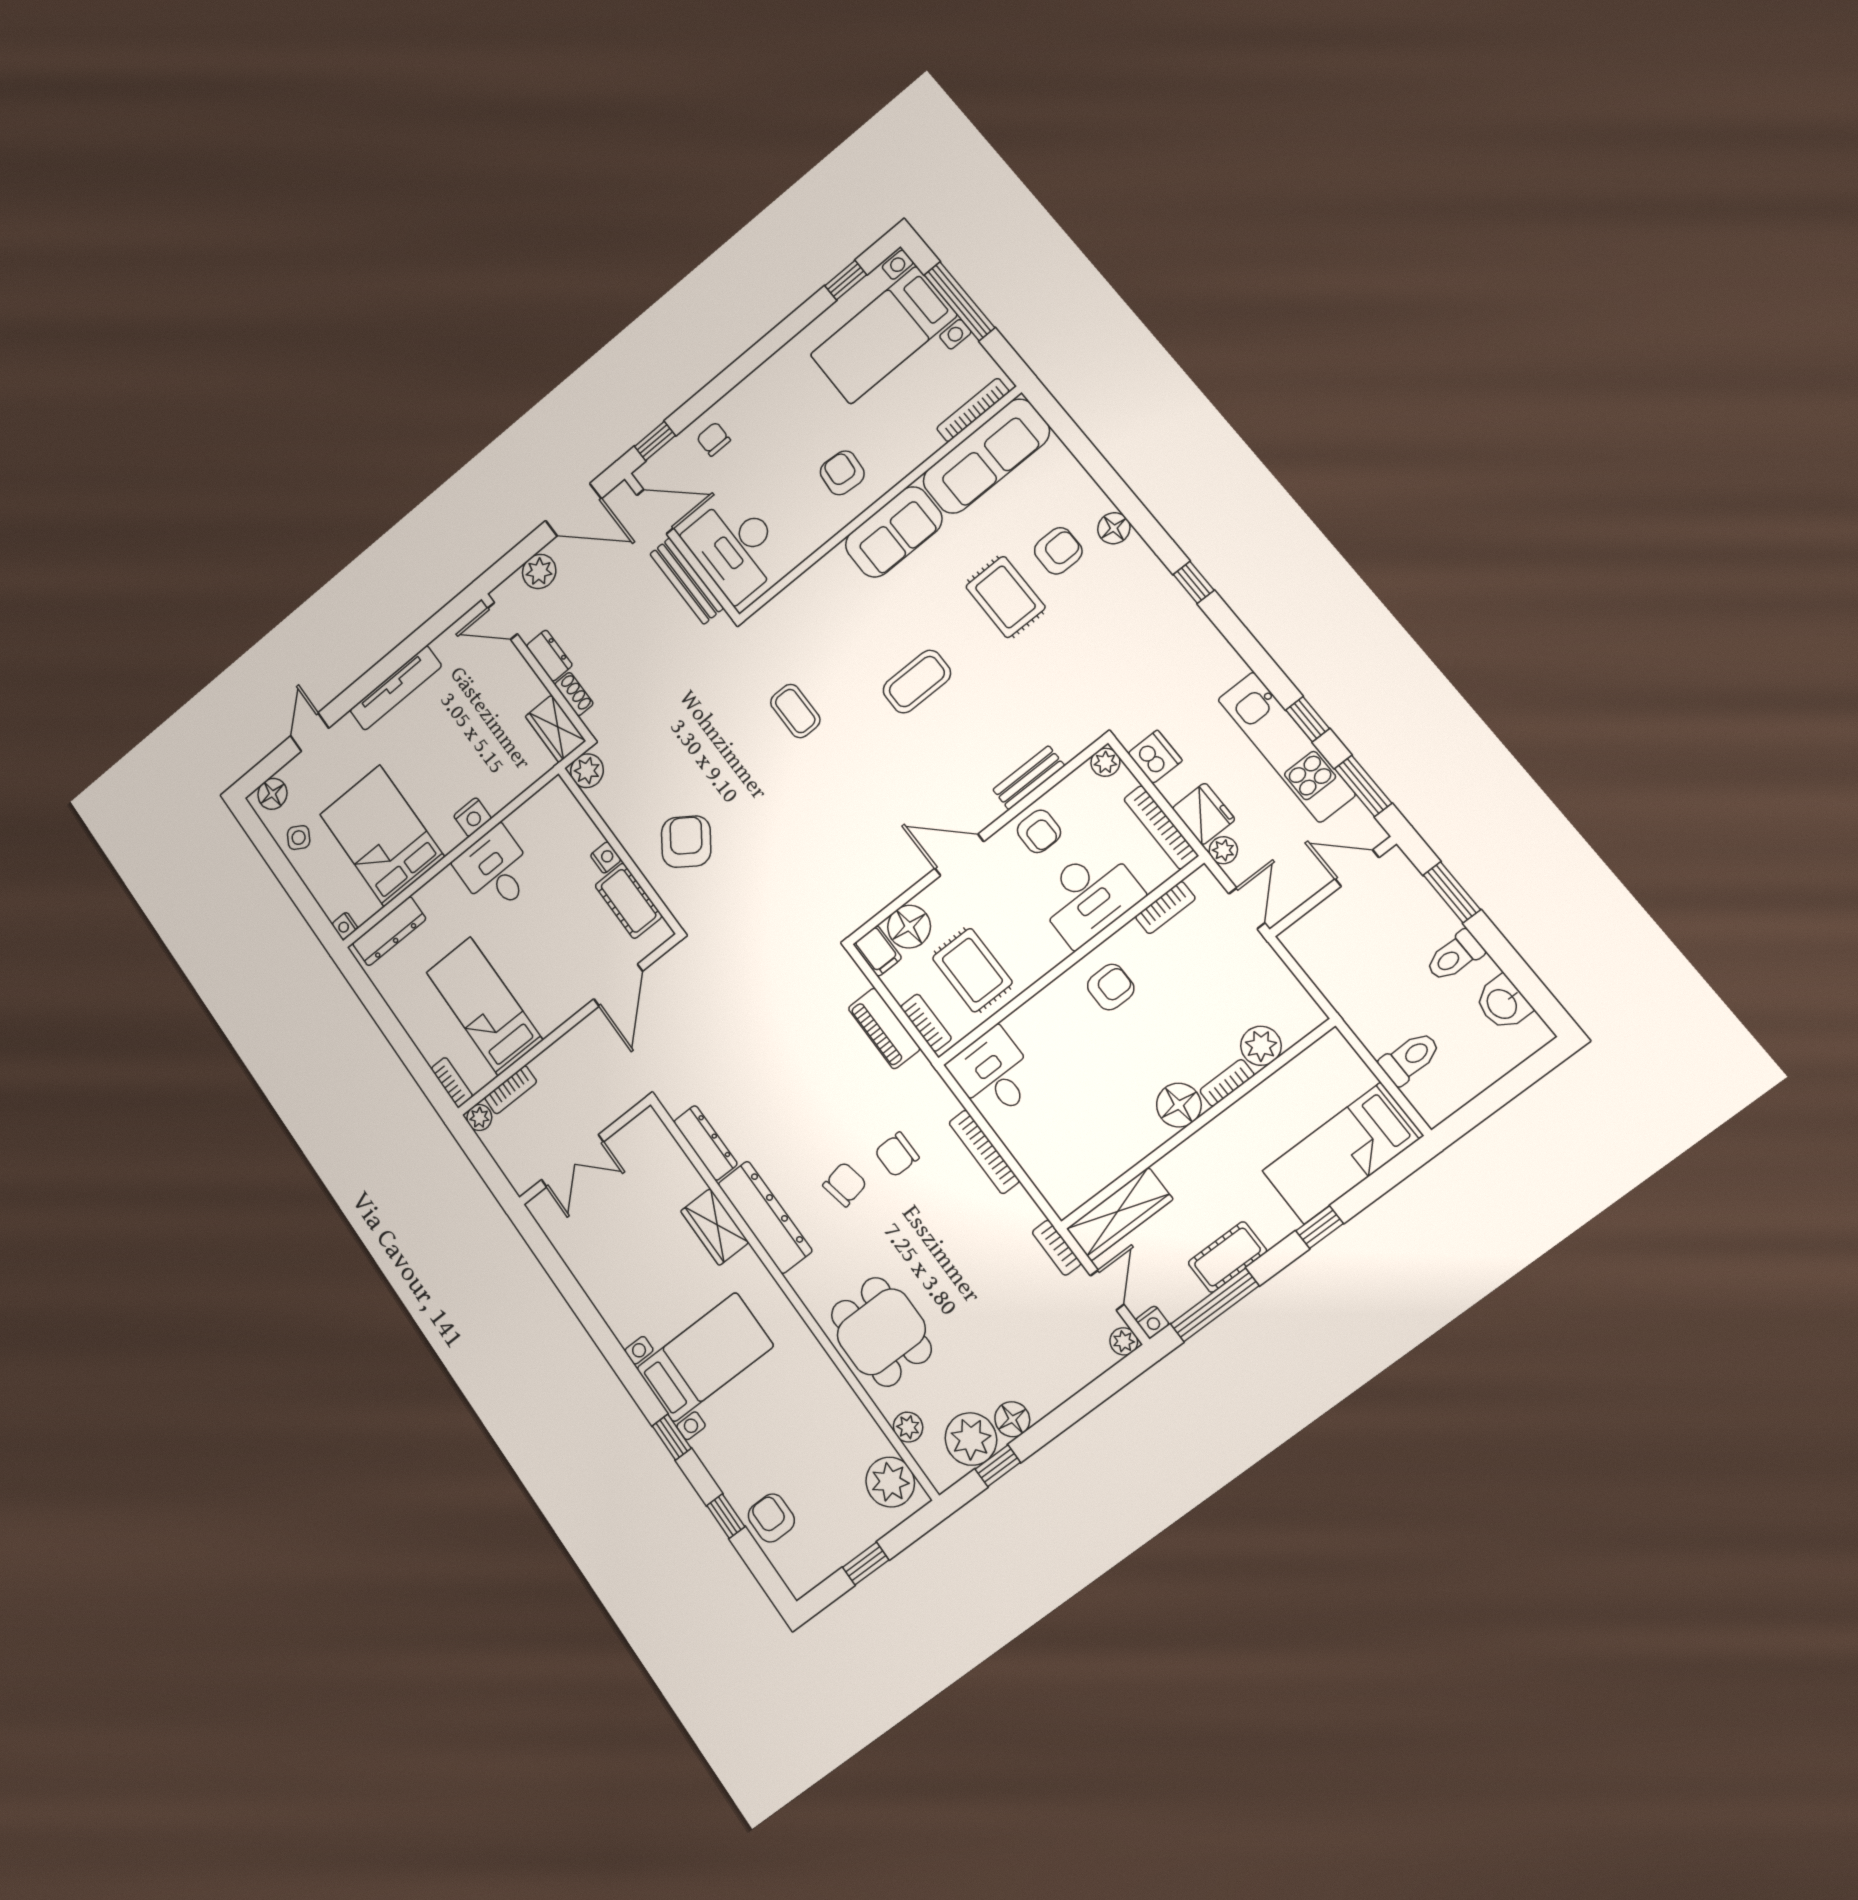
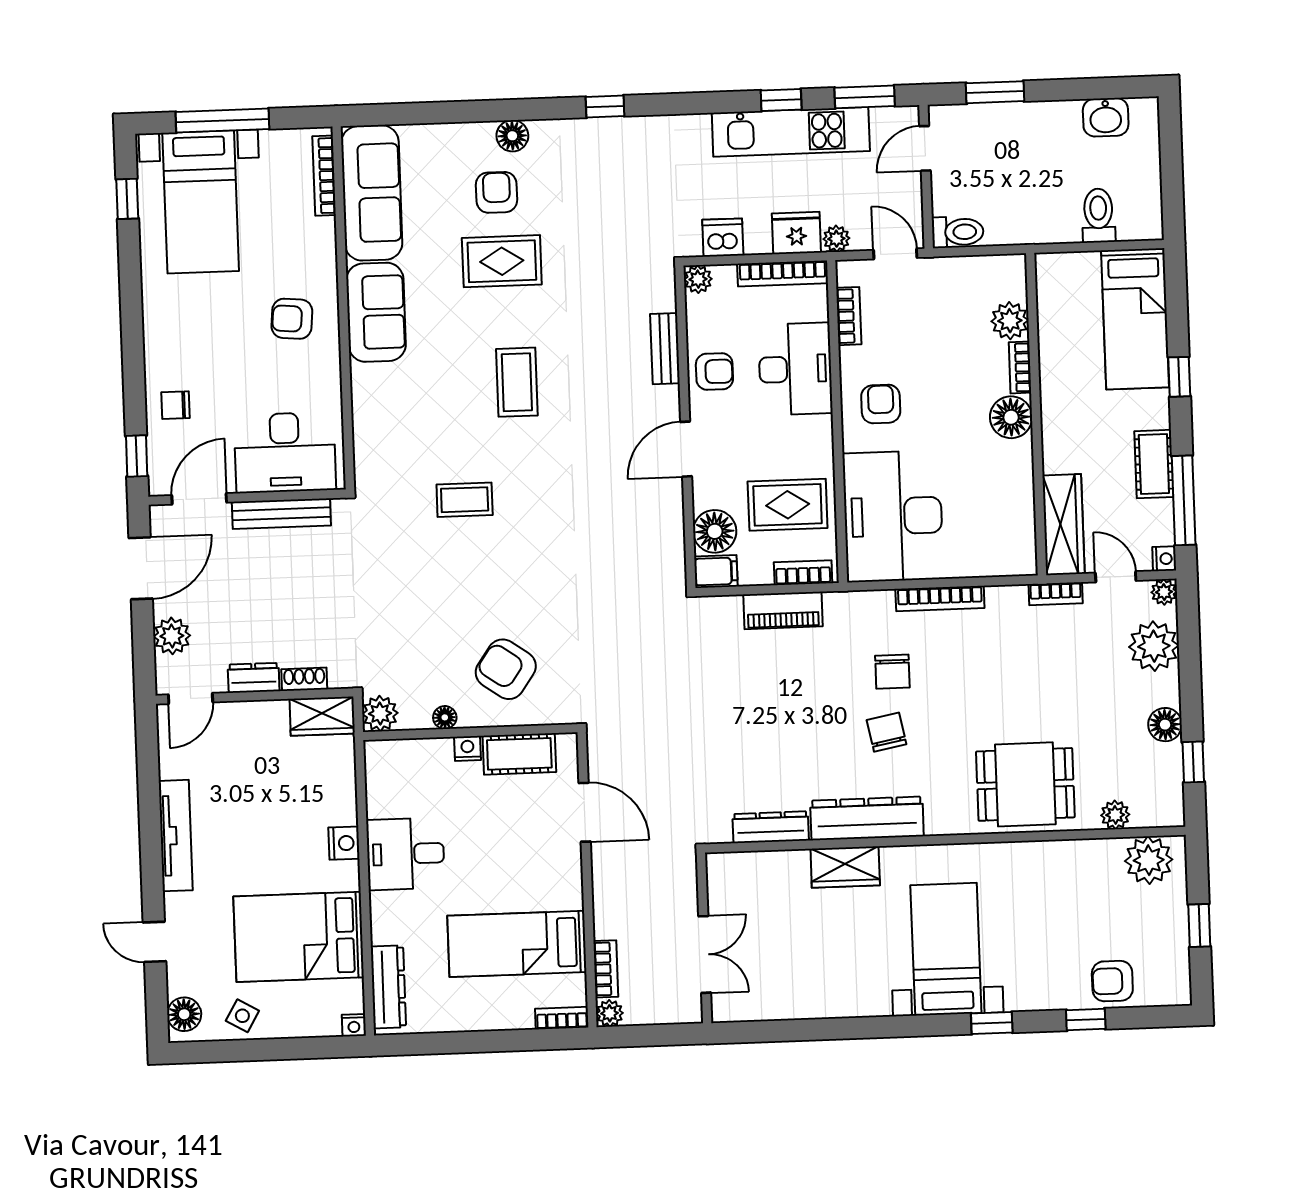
floor lamp: (617, 822) -> (445, 717), added
toilet: (1455, 956) -> (958, 232), moved, turned -90
desk: (993, 1074) -> (893, 516), width x1.87, depth x1.30
plant: (971, 1439) -> (1154, 646), moved

